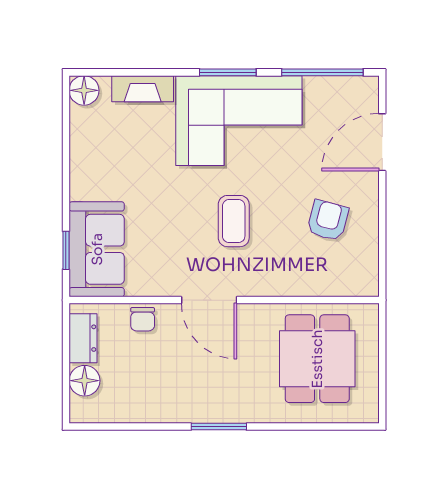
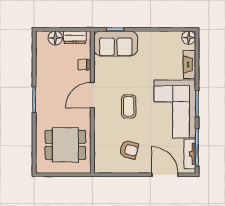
tv unit: (337, 88) -> (190, 154), added
coffee table: (234, 221) -> (129, 106), turned 90

